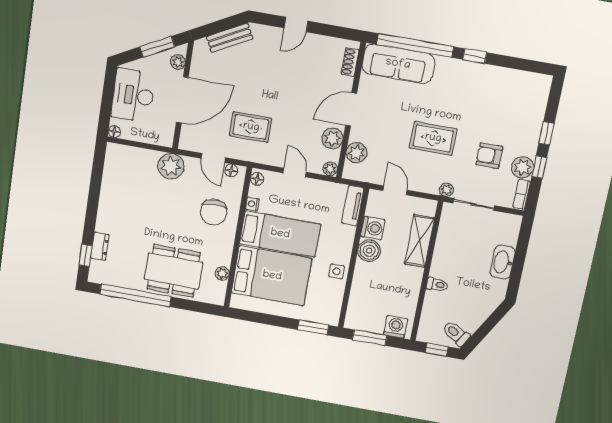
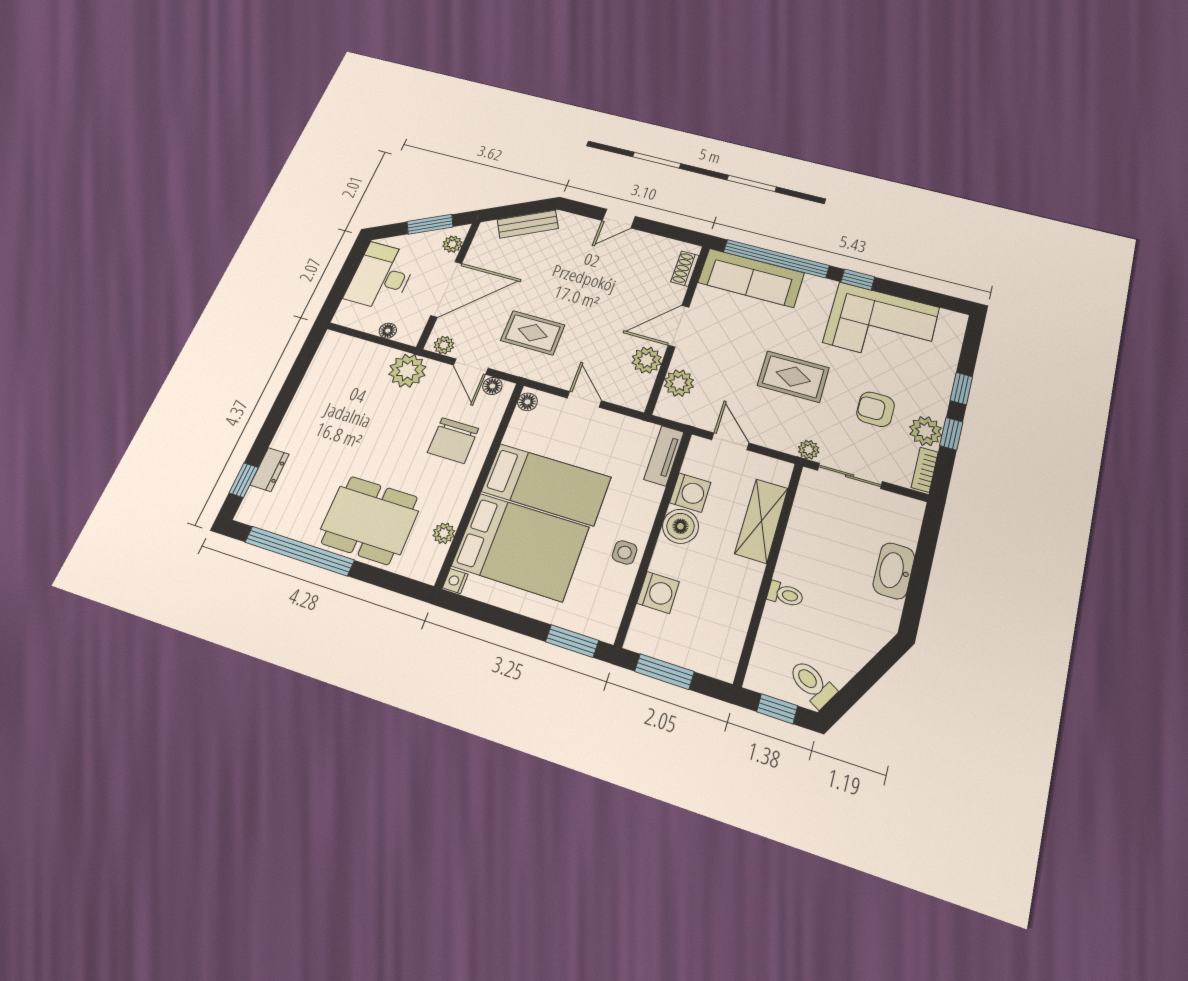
corner sofa: (492, 91) -> (881, 325), added
floor lamp: (114, 132) -> (388, 331), moved
plant: (330, 169) -> (444, 345), moved
nightstand: (252, 204) -> (455, 581), moved
washing machine: (396, 327) -> (658, 592), moved, turned 90

